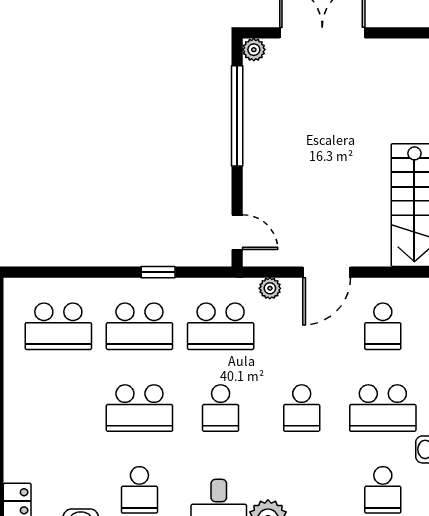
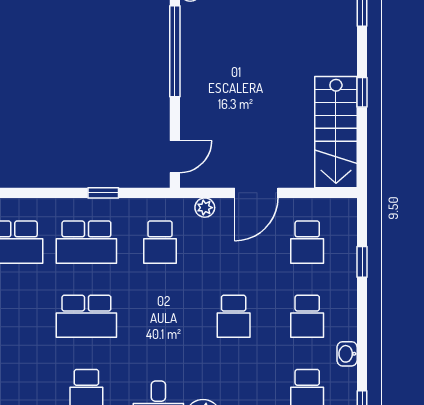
door: (237, 232) -> (175, 157), hinge flipped
school desk: (221, 326) -> (160, 242), width x0.54
school desk: (221, 408) -> (160, 316), removed
school desk: (383, 408) -> (307, 316), width x0.54

